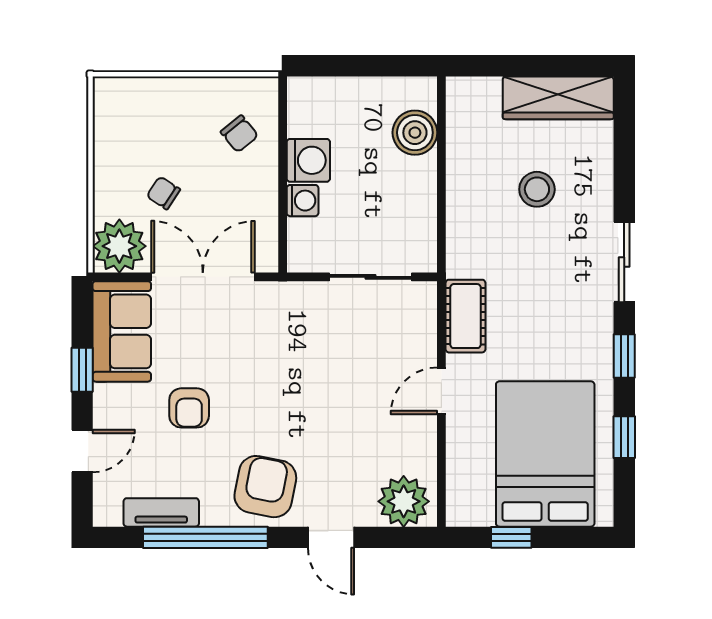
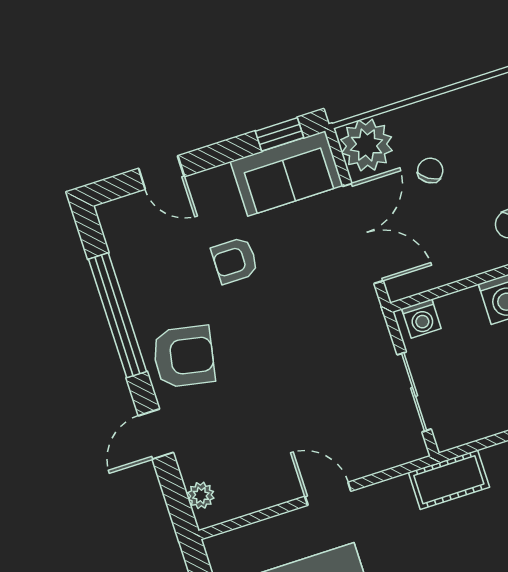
washing machine: (303, 201) -> (421, 319), moved
cot: (465, 316) -> (449, 480), moved
window: (82, 370) -> (279, 134), moved
plant: (404, 501) -> (201, 495), width x0.53, depth x0.53
tv unit: (161, 512) -> (128, 266), removed

